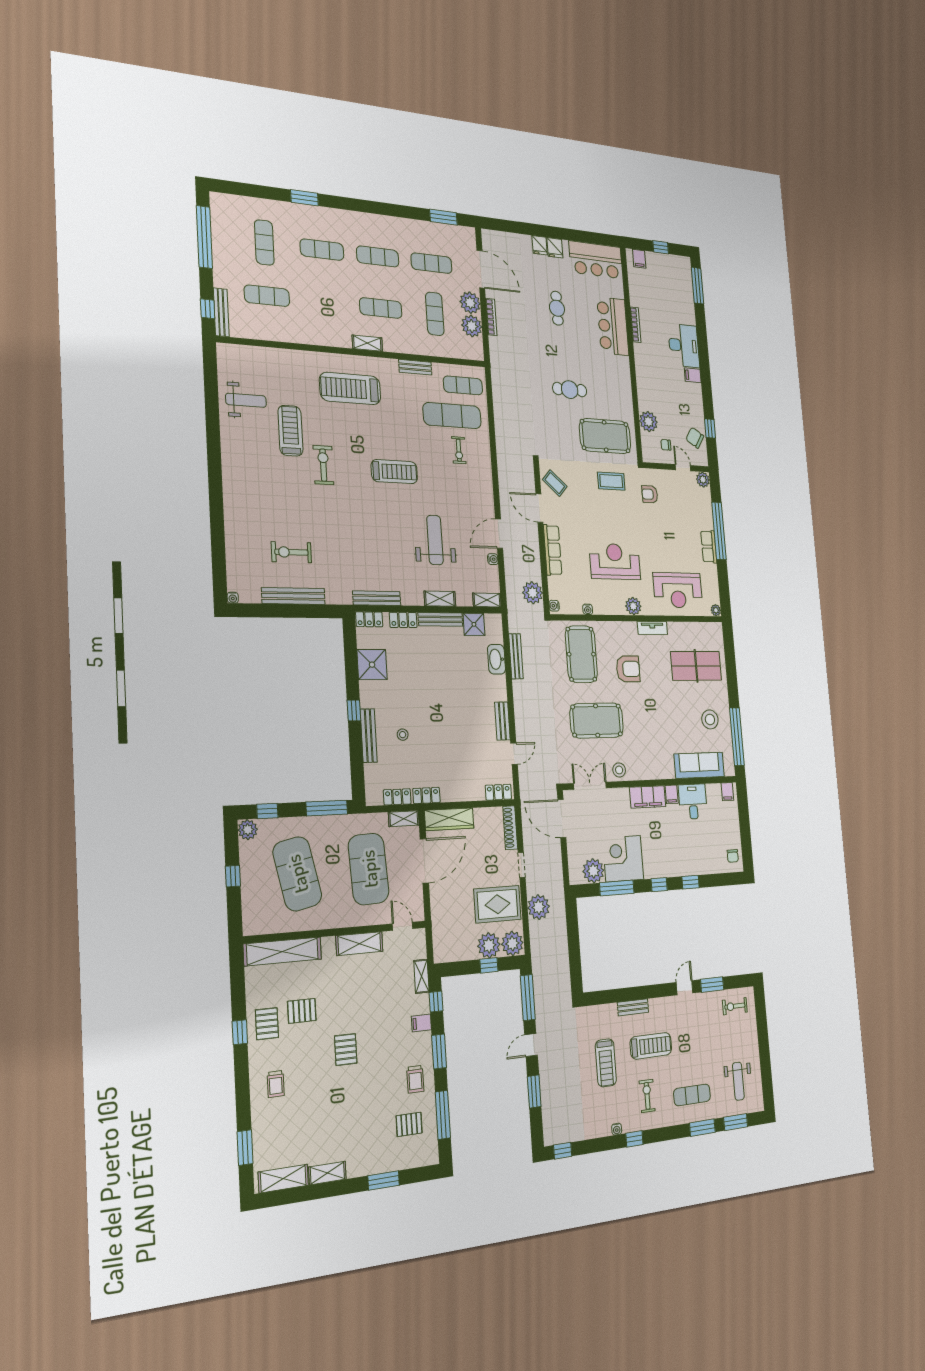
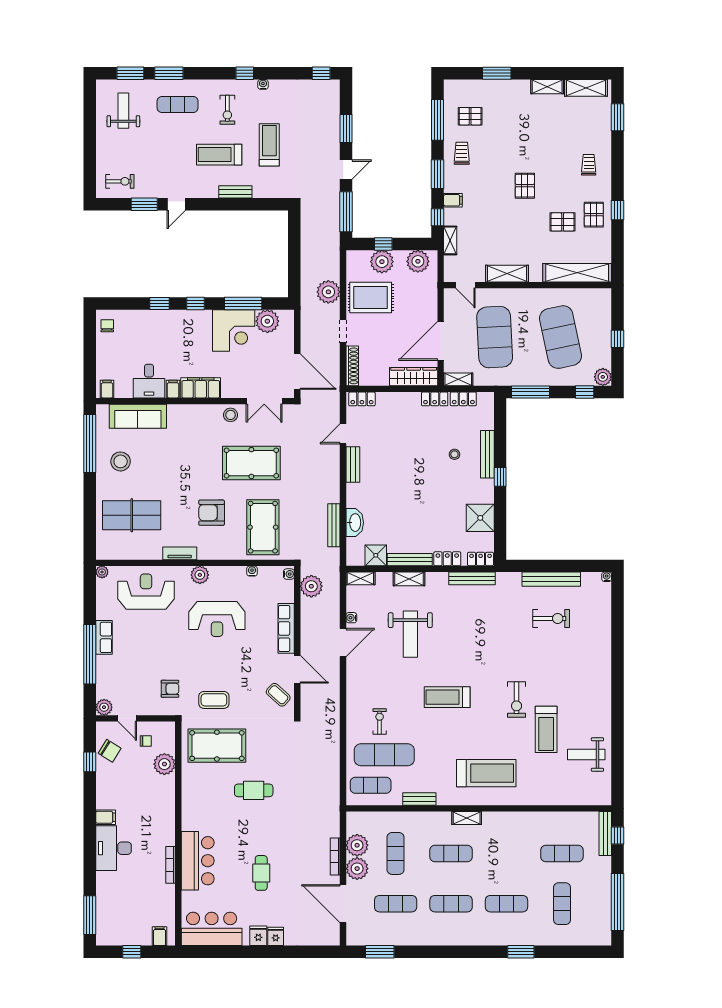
plant: (512, 943) -> (418, 261), moved

